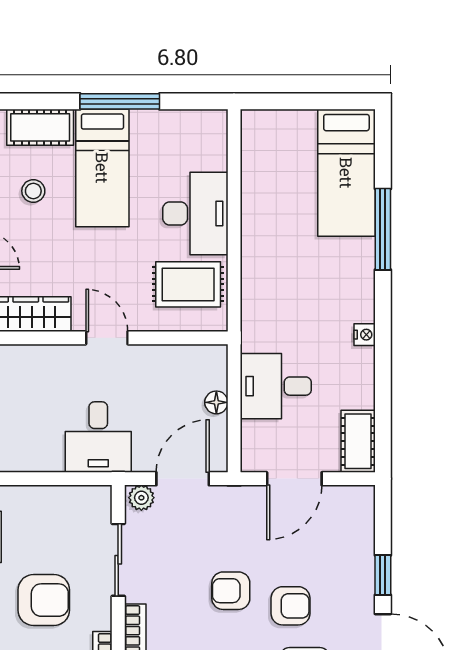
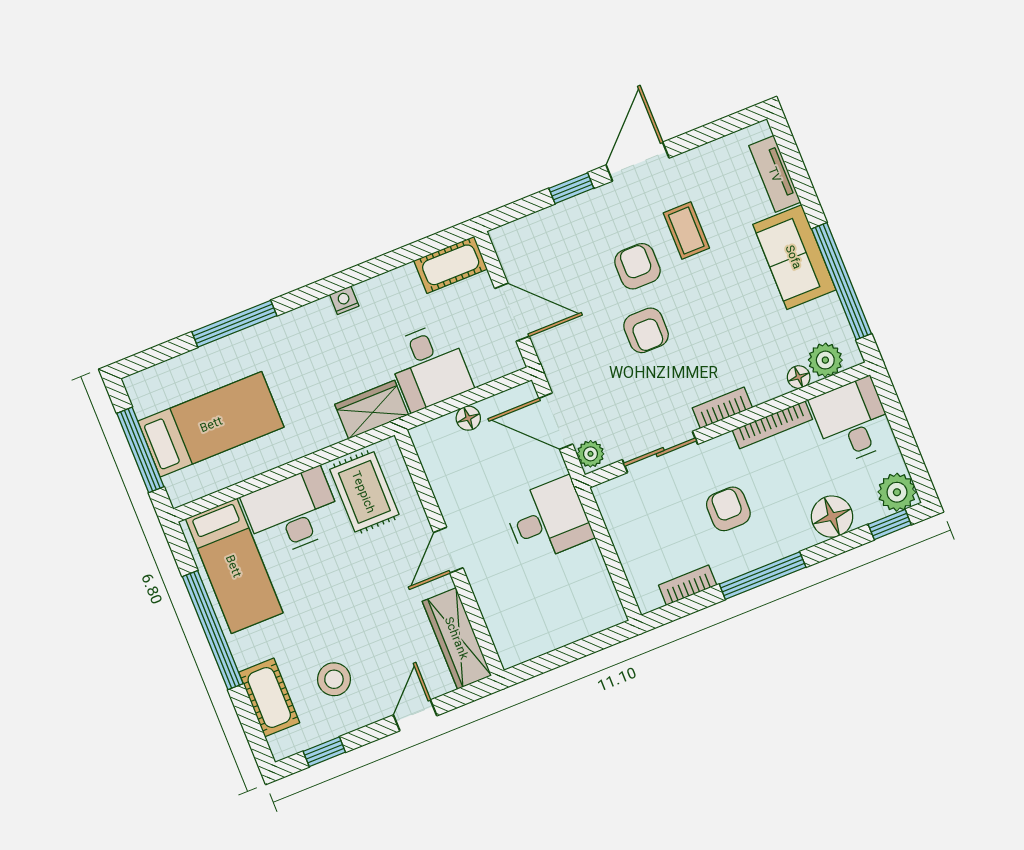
window: (120, 101) -> (213, 630), width x1.46
window: (305, 101) -> (140, 450), added
bed: (102, 168) -> (234, 566), moved, turned 90
bed: (346, 173) -> (211, 424), moved
stool: (33, 191) -> (334, 679), width x1.37, depth x1.37
wardrobe: (258, 320) -> (372, 410), added
armchair: (44, 600) -> (728, 509), width x0.72, depth x0.72

